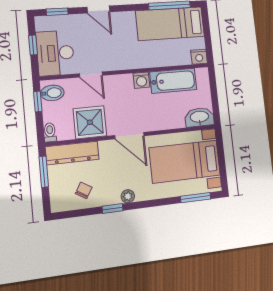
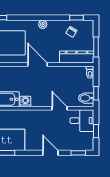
desk: (55, 53) -> (82, 121), width x0.73
shower: (90, 122) -> (63, 76), removed
window: (112, 209) -> (76, 18), moved

